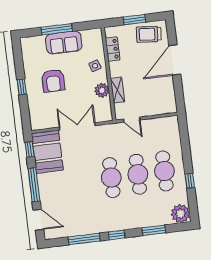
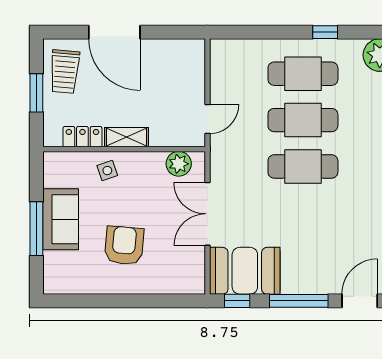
armchair: (53, 81) -> (124, 245), turned -85
window: (22, 87) -> (128, 301), removed
plant: (102, 90) -> (179, 164), moved
shelving: (117, 90) -> (126, 137), moved

